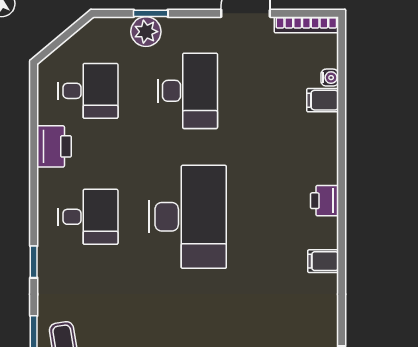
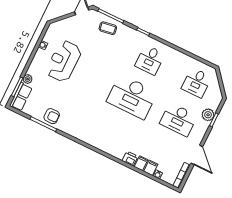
printer: (54, 146) -> (182, 60), removed
printer: (324, 201) -> (130, 159), moved
filing cabinet: (323, 261) -> (141, 163), moved

